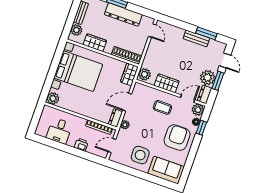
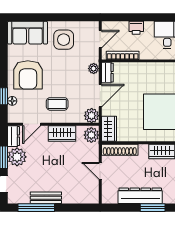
door: (152, 31) -> (100, 171), moved
window: (206, 33) -> (36, 208), width x1.44
plant: (198, 110) -> (92, 116), moved

